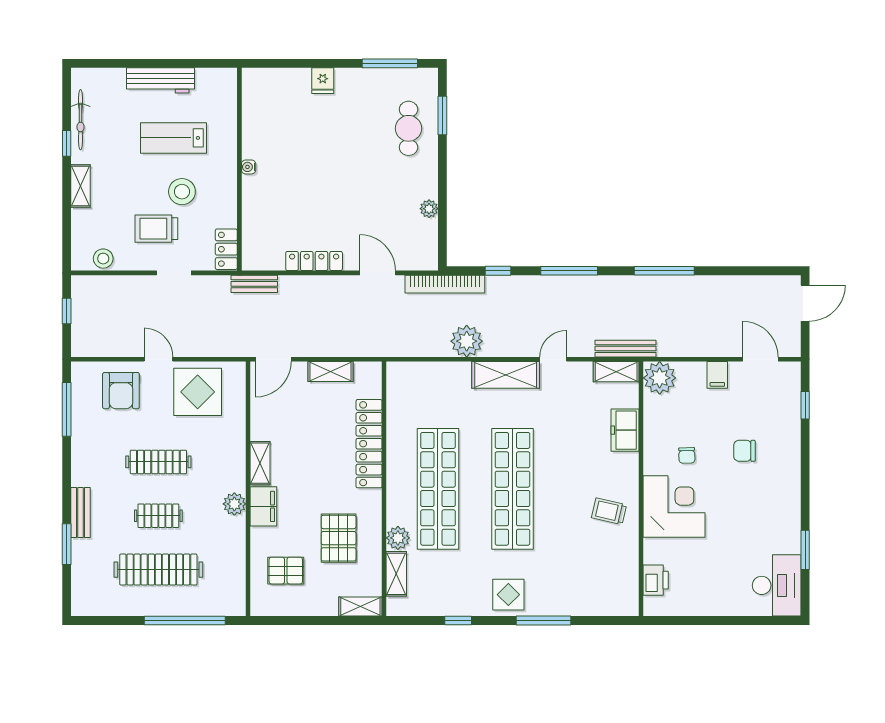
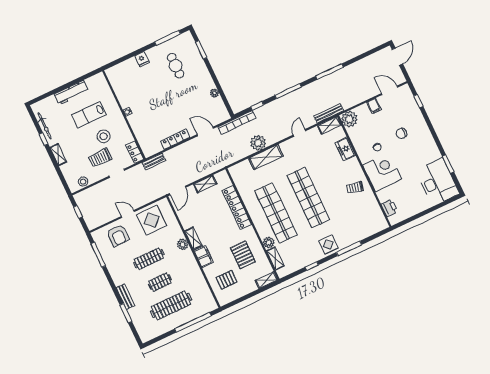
cafe table: (409, 128) -> (176, 66), moved
shelving: (506, 375) -> (266, 157), moved
plant: (234, 504) -> (183, 244), moved
desk: (777, 585) -> (438, 182), width x1.36, depth x1.30

